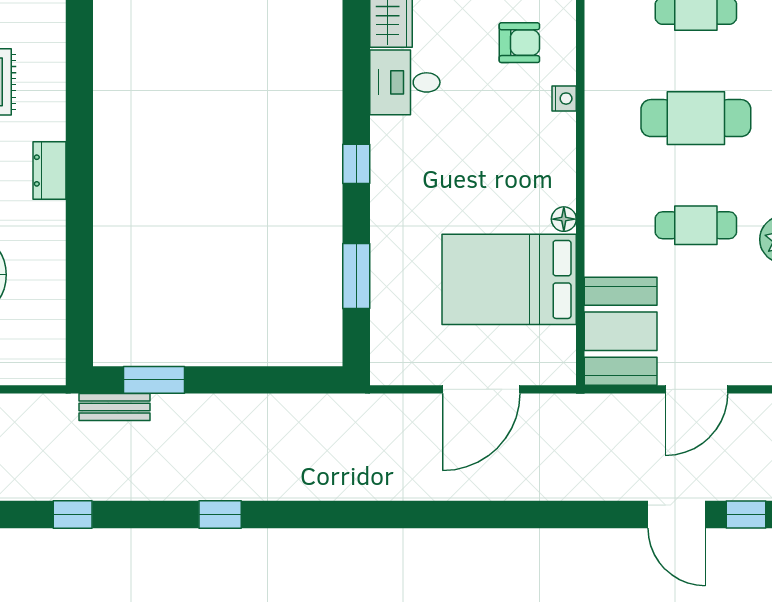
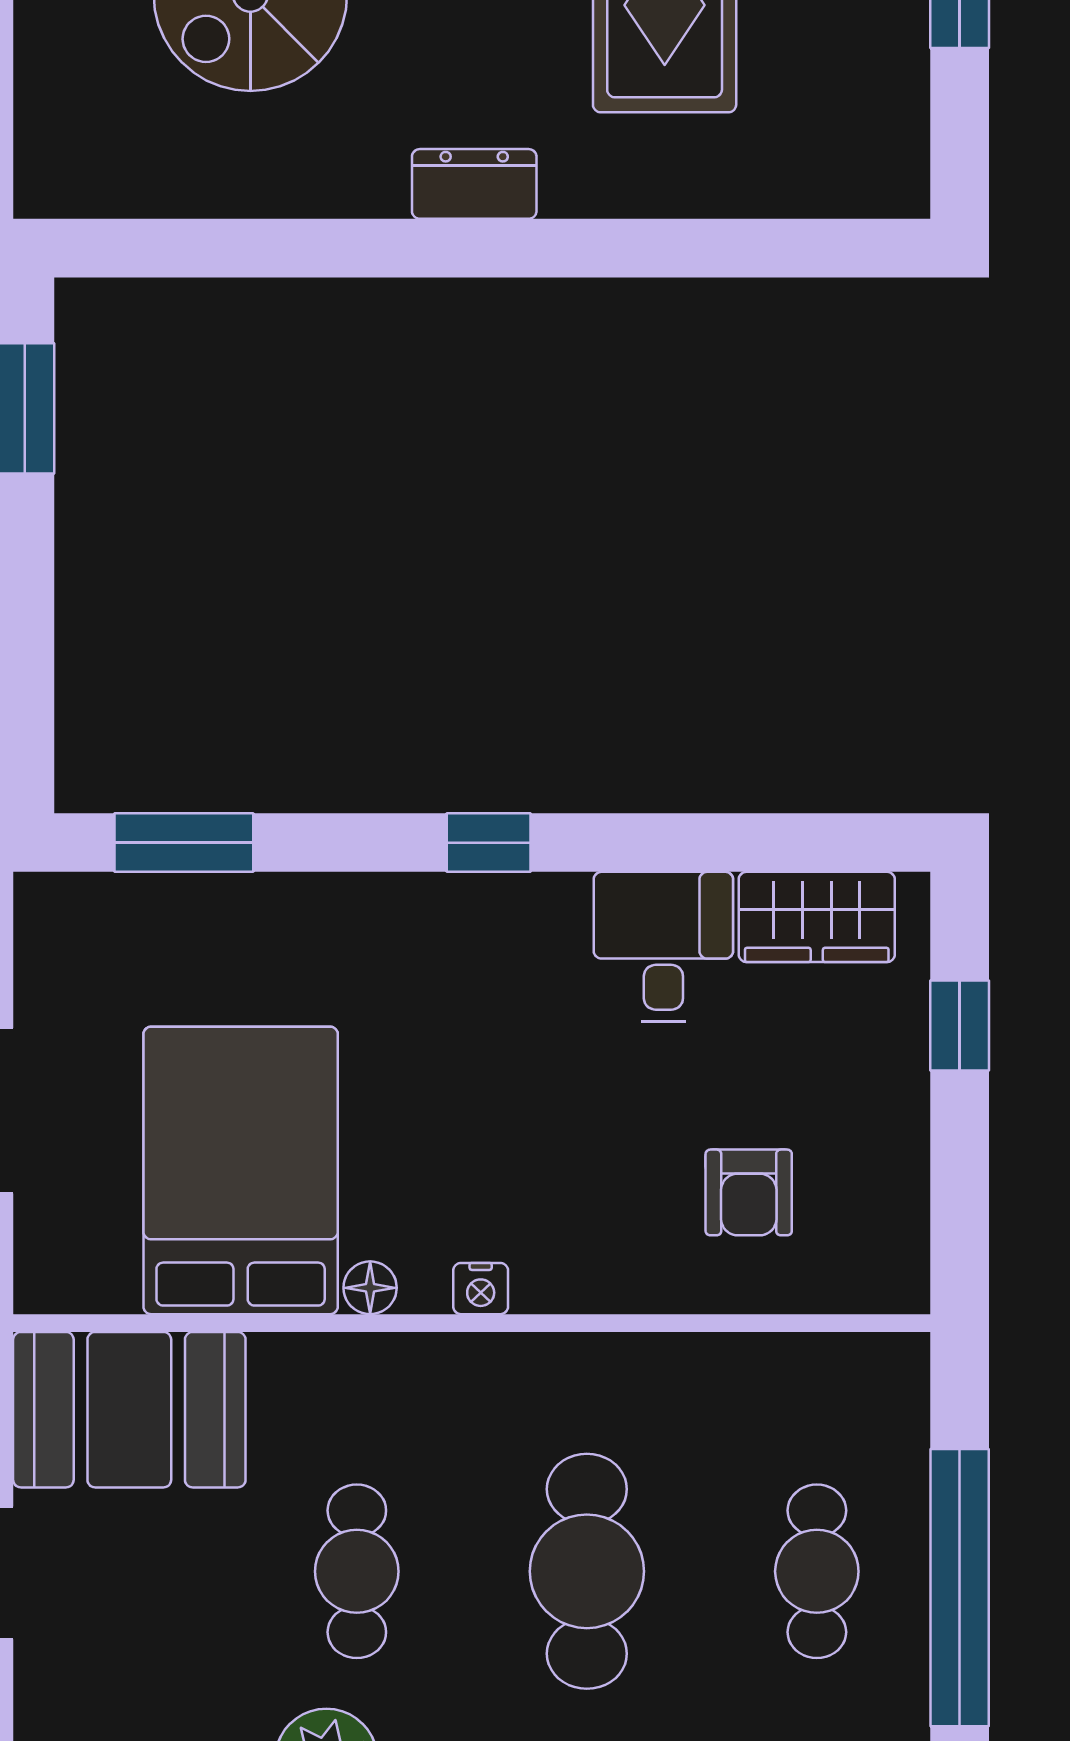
nightstand: (564, 99) -> (481, 1289), moved
window: (356, 276) -> (184, 843), moved

